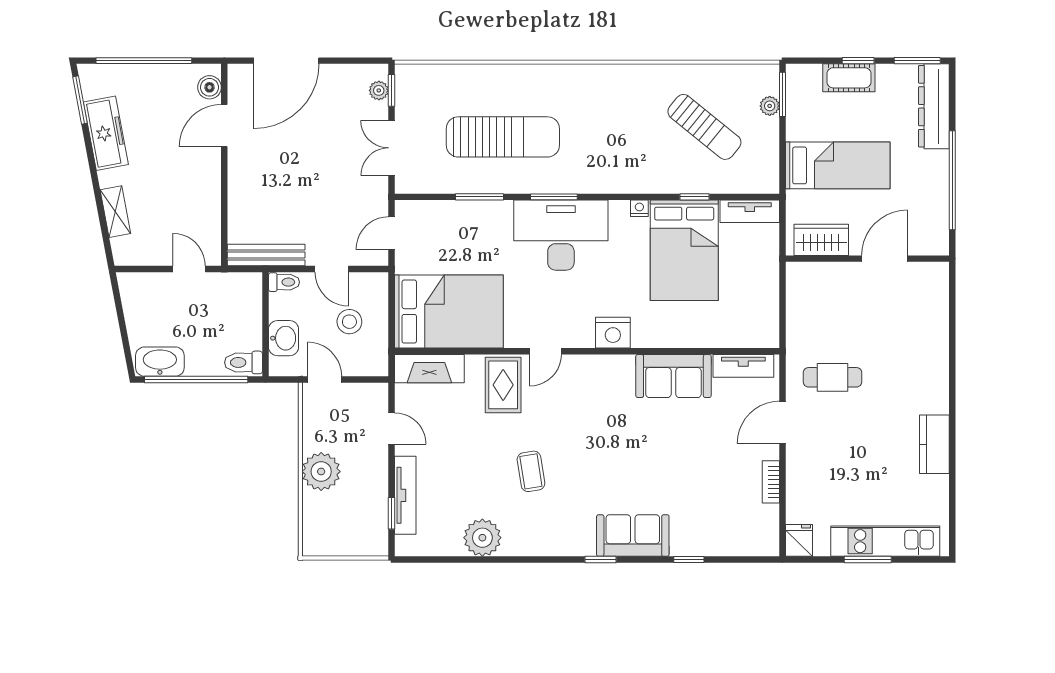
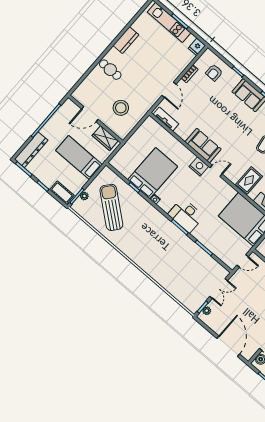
door: (286, 61) -> (228, 346), hinge flipped
cot: (849, 78) -> (62, 193), moved
sun lounger: (704, 127) -> (111, 207), width x1.36, depth x1.34
sun lounger: (503, 137) -> (179, 261), removed
tv unit: (750, 211) -> (120, 167), removed
desk: (561, 235) -> (186, 215), width x0.73, depth x0.77
stool: (840, 317) -> (121, 108), added
door: (545, 351) -> (216, 171), moved
sofa: (673, 376) -> (203, 146), moved
cafe table: (833, 377) -> (110, 70), moved
door: (782, 422) -> (169, 90), hinge flipped
armchair: (729, 521) -> (214, 73), added

